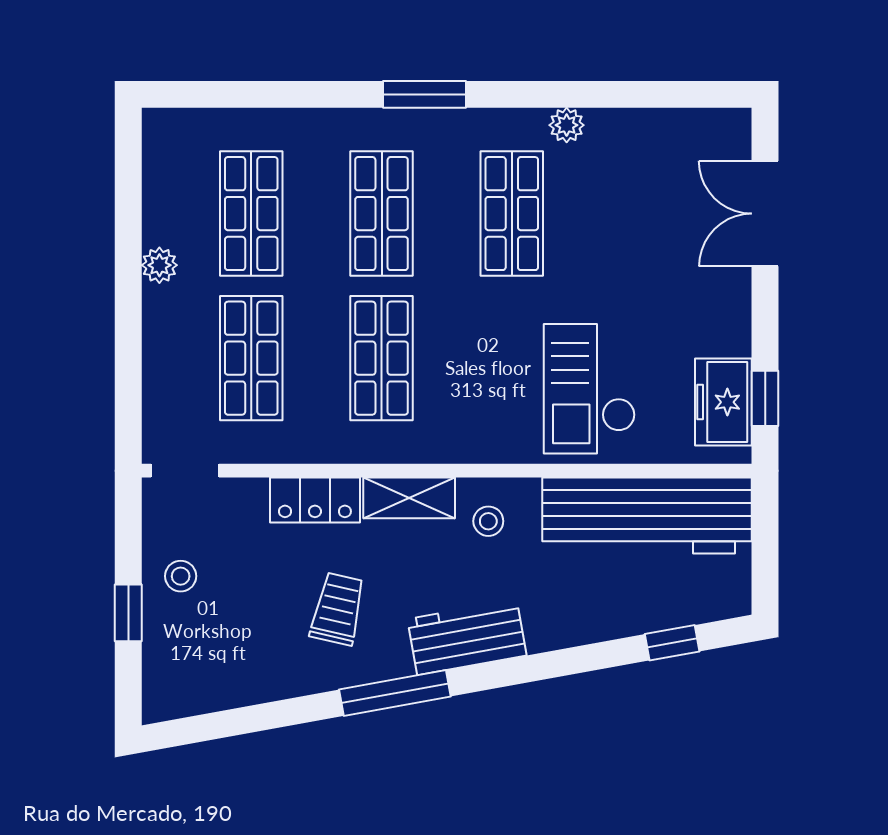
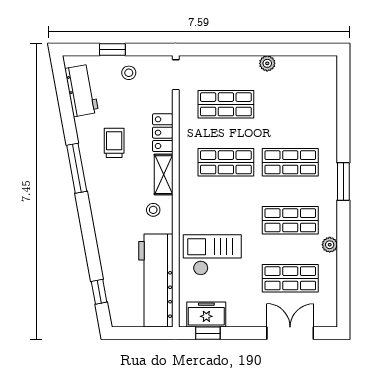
shop shelf: (251, 214) -> (290, 278), moved
trolley: (338, 609) -> (114, 143), turned -103
workbench: (467, 637) -> (82, 90), moved

